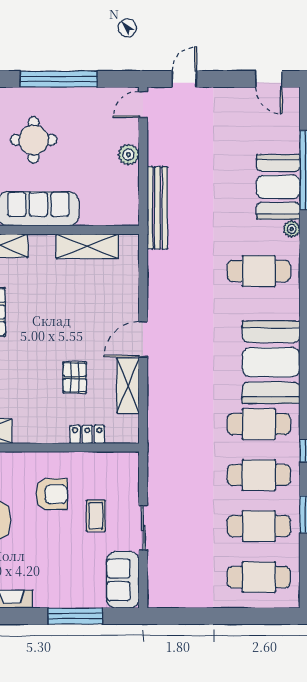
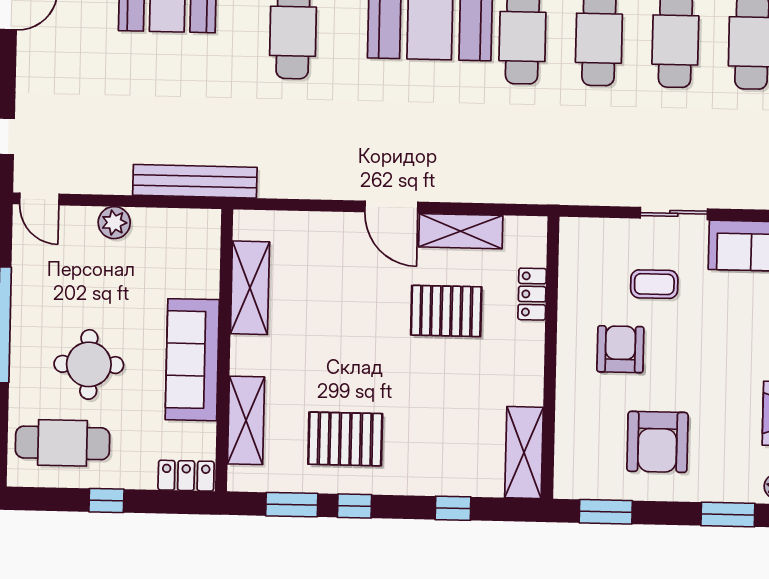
pallet: (75, 377) -> (446, 311), width x1.50, depth x1.42

